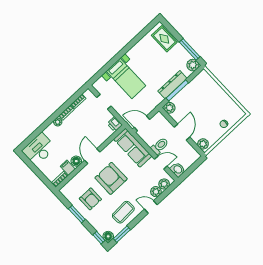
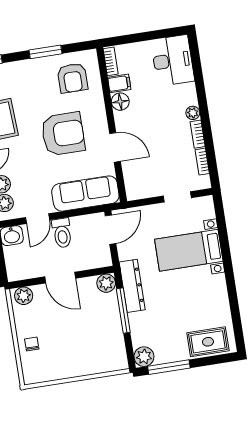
dresser: (172, 85) -> (132, 286), moved
printer: (115, 124) -> (135, 191), removed
door: (92, 156) -> (115, 147), moved
armchair: (90, 199) -> (73, 78), moved, turned -90

